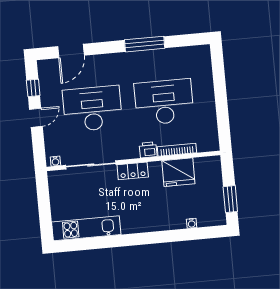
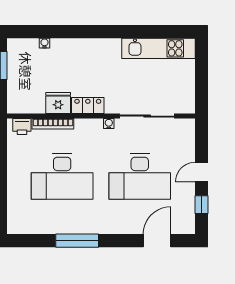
printer: (148, 150) -> (22, 127), moved
water cooler: (55, 161) -> (109, 124), moved
locker: (133, 171) -> (88, 105), moved
fridge: (178, 172) -> (58, 103), width x0.73, depth x0.75

